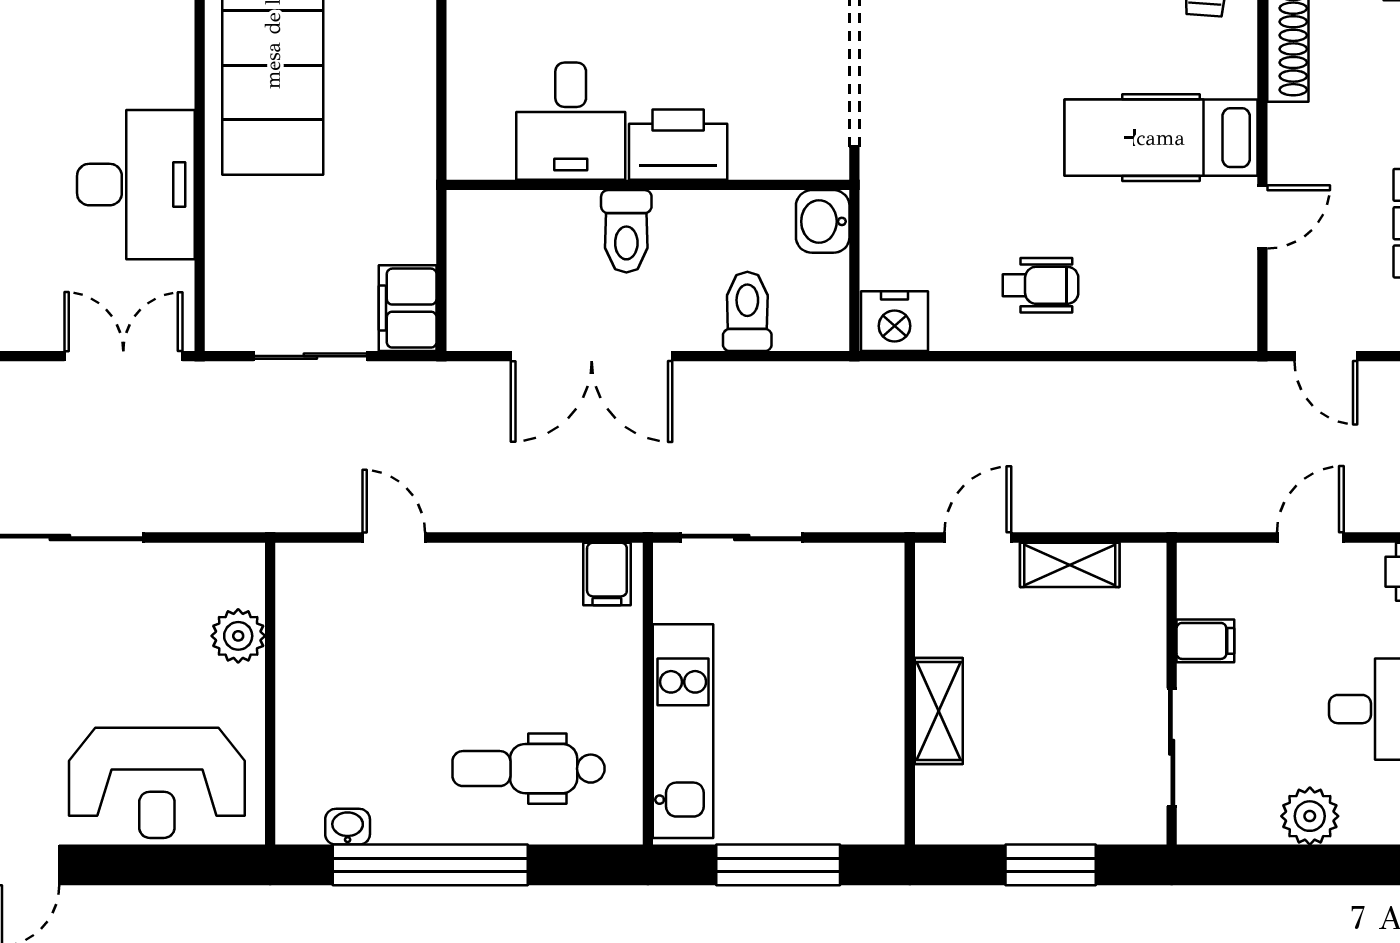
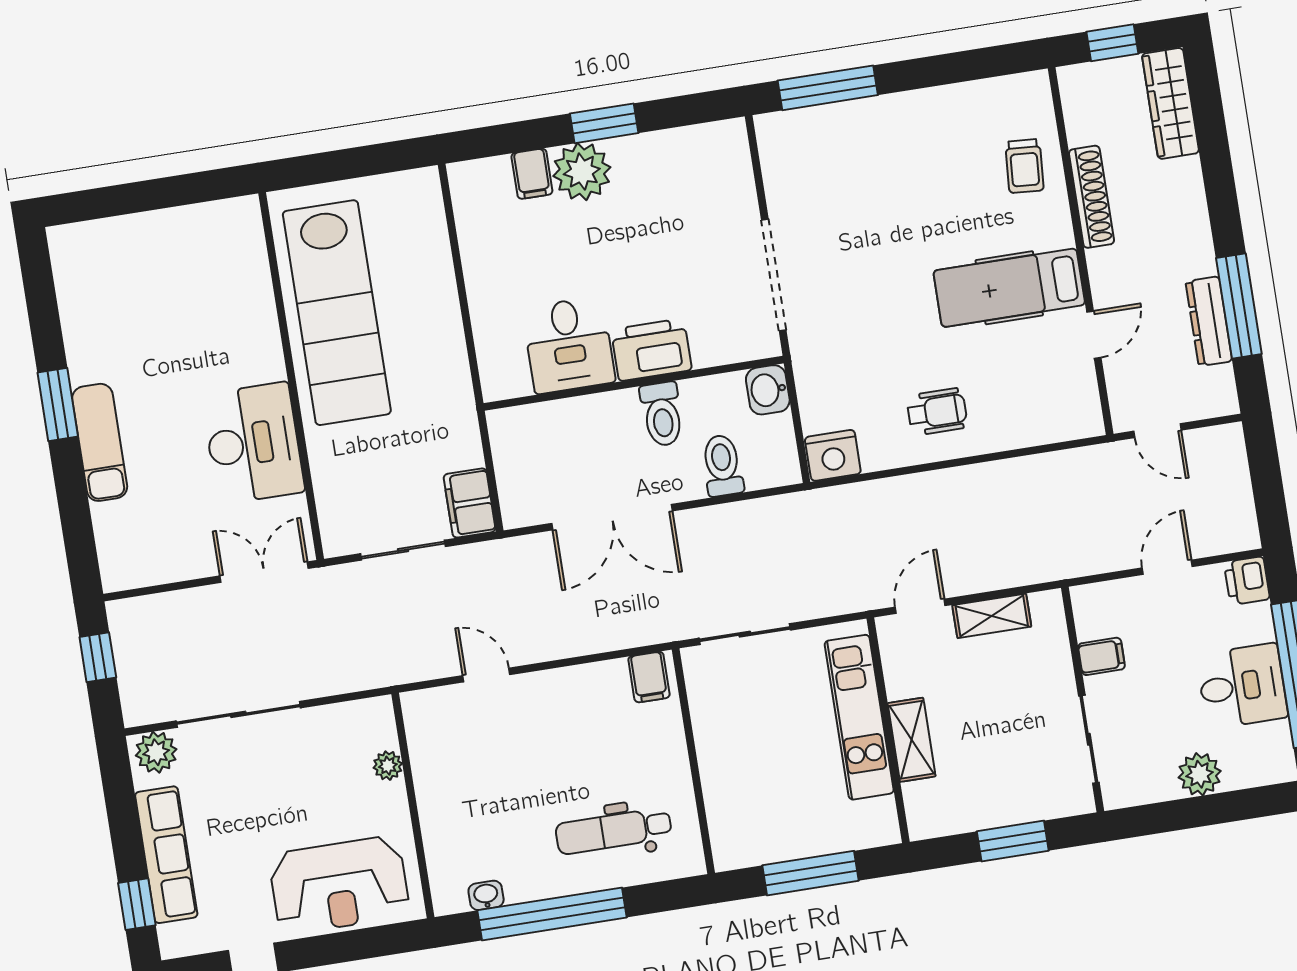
toilet: (626, 231) -> (662, 414), moved
plant: (238, 636) -> (388, 766), width x0.73, depth x0.73
kitchen unit: (683, 731) -> (859, 717), moved, turned 180

